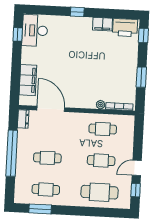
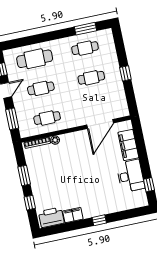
desk: (35, 30) -> (130, 176), moved
window: (143, 36) -> (30, 203), moved
door: (51, 109) -> (100, 124), hinge flipped
dresser: (23, 119) -> (123, 108), removed
window: (138, 137) -> (12, 119), added
window: (12, 153) -> (125, 73), width x0.32

